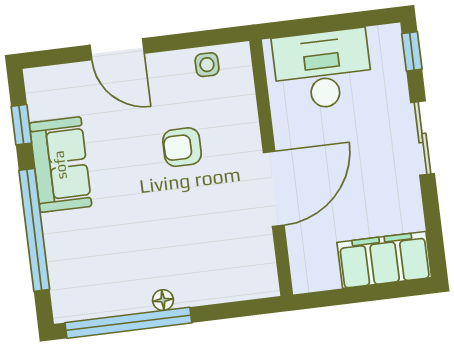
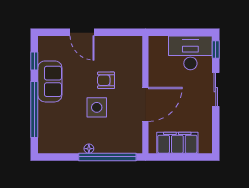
side table: (207, 65) -> (97, 107), moved, width x1.87, depth x1.87
desk: (323, 70) -> (190, 53), moved
filing cabinet: (384, 260) -> (177, 143), moved
window: (128, 323) -> (107, 157), moved

